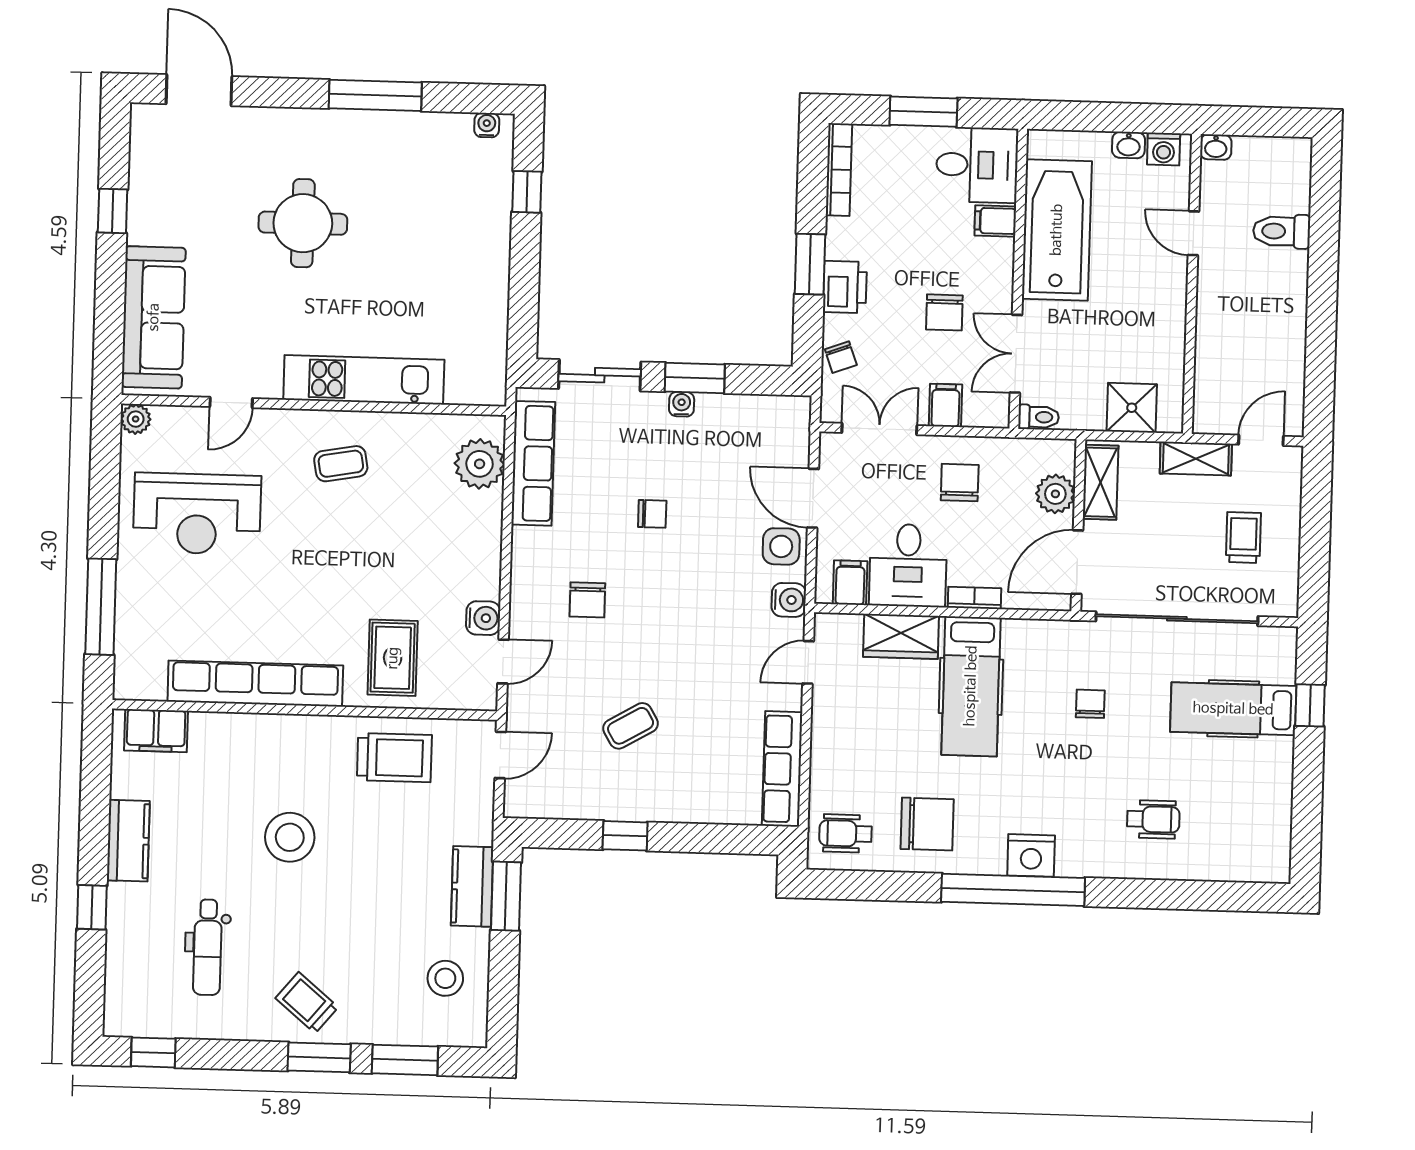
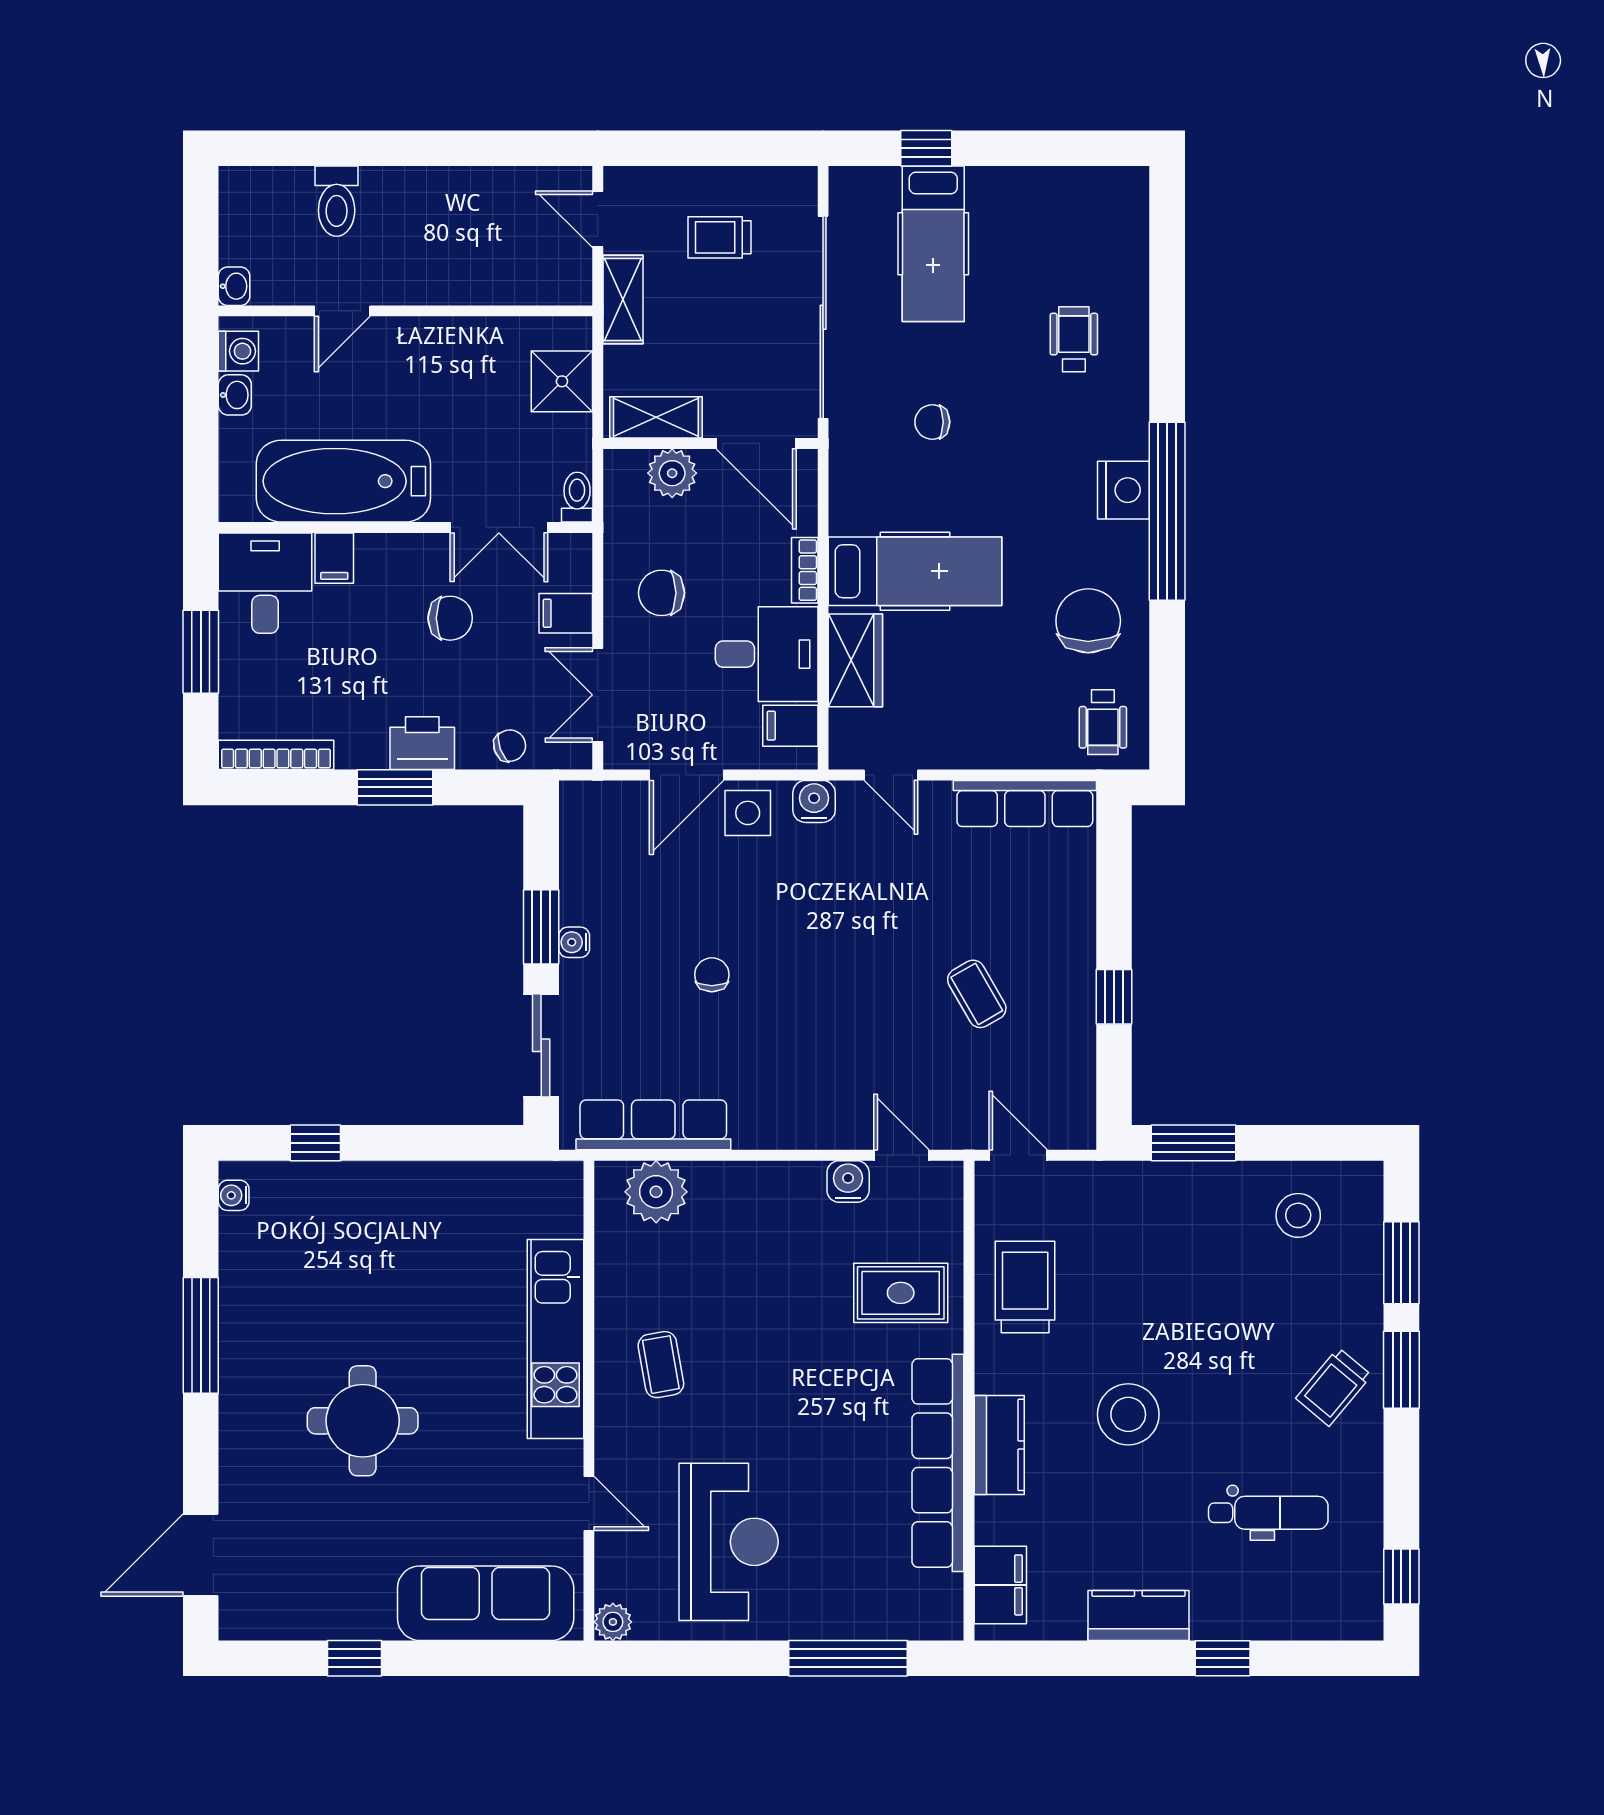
chair: (587, 600) -> (821, 1052), removed
kitchen counter: (472, 886) -> (999, 1445), moved, turned -90

